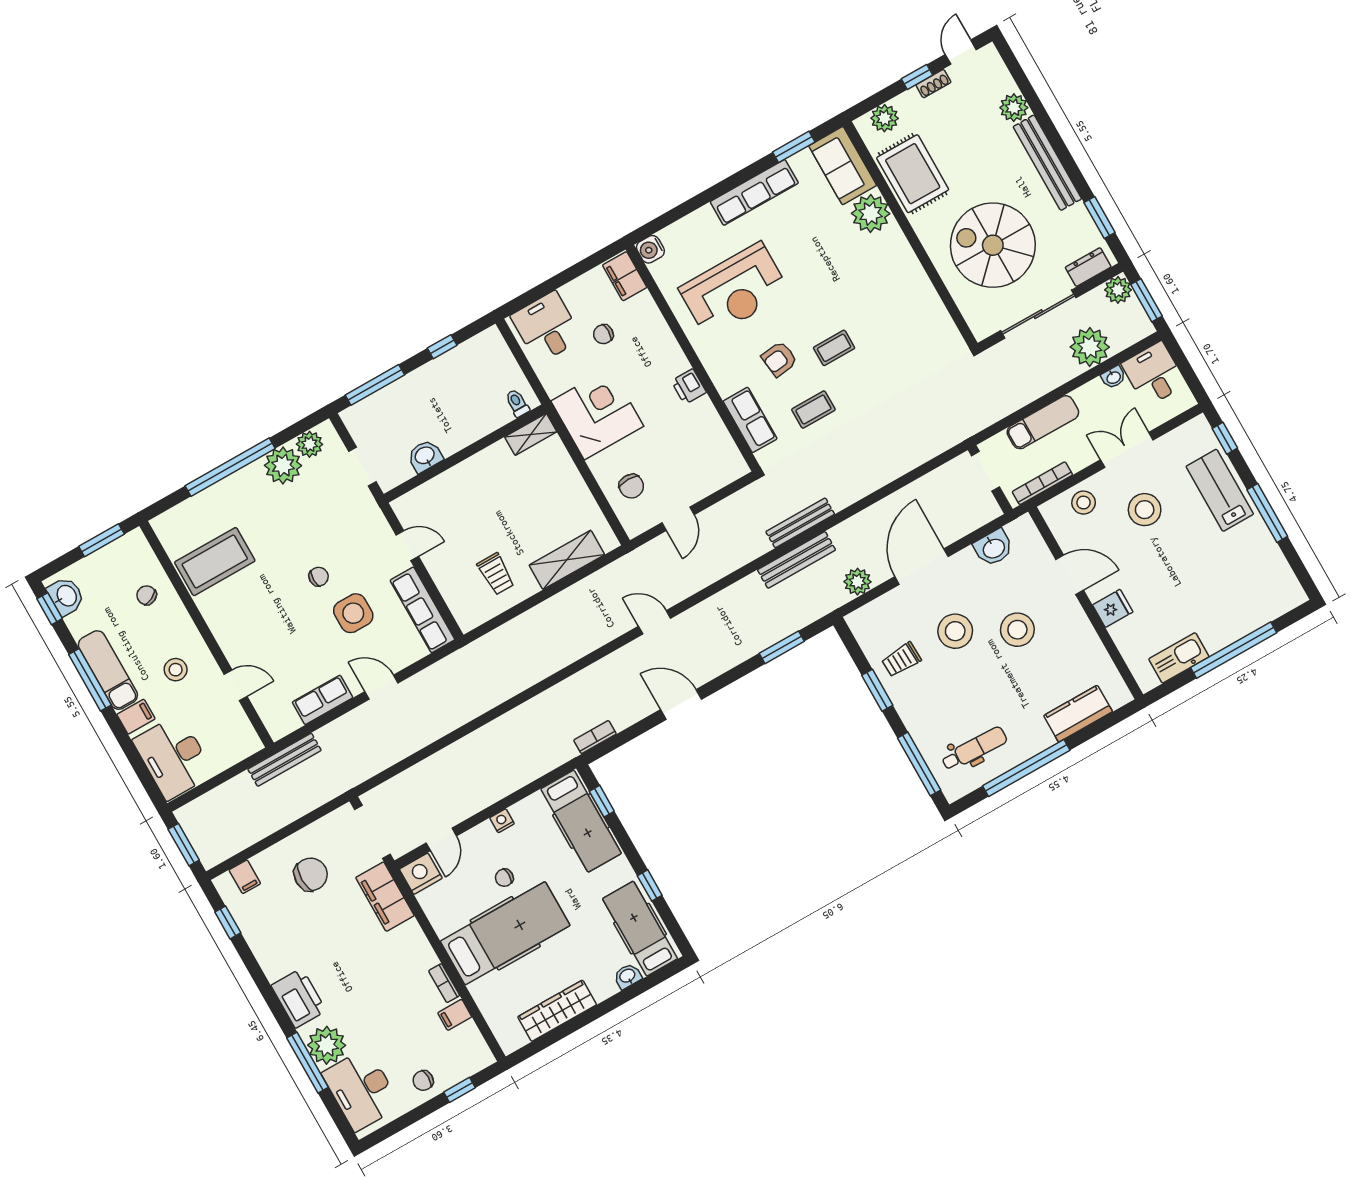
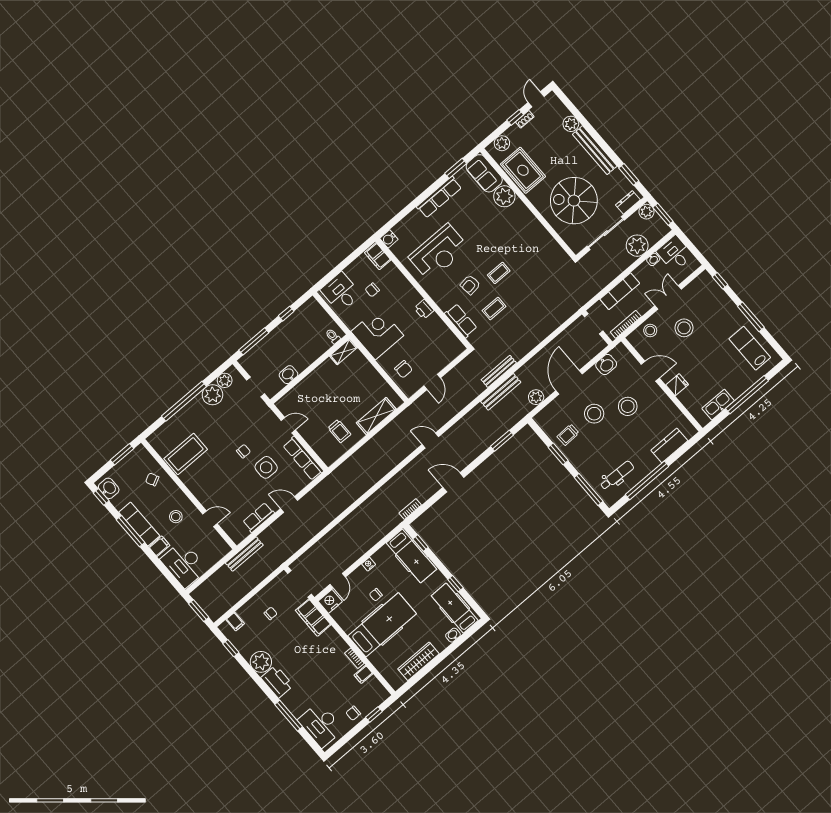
lab bench: (1220, 490) -> (750, 348), moved
chair: (311, 874) -> (271, 613), width x0.54, depth x0.54
plant: (327, 1045) -> (261, 662), moved

